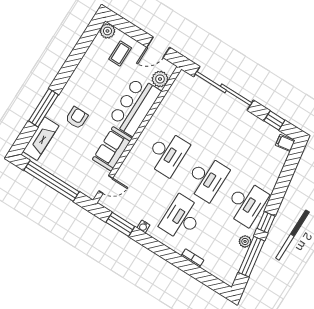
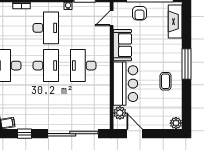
door: (158, 47) -> (135, 134), hinge flipped
coffee table: (120, 53) -> (166, 81), moved
window: (43, 108) -> (187, 64), moved
armchair: (77, 118) -> (140, 13), moved
desk: (207, 178) -> (46, 66), turned 180

